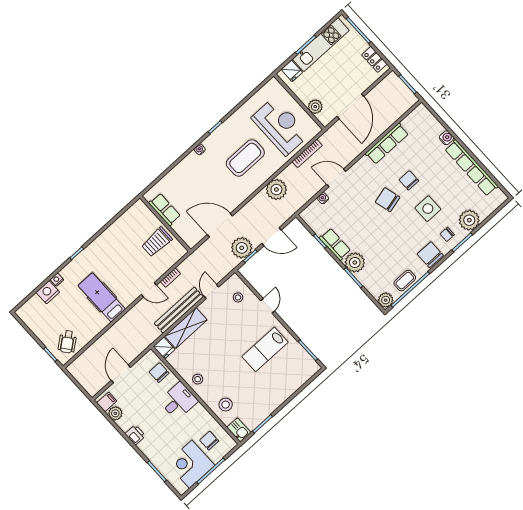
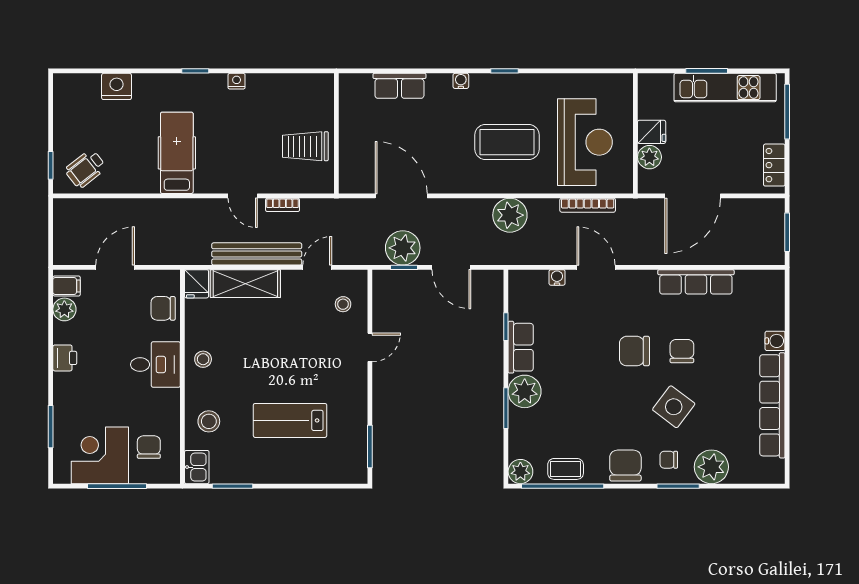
fridge: (292, 71) -> (652, 132), moved, turned -90
chair: (388, 200) -> (634, 351), turned -76
row of seats: (165, 209) -> (399, 86), moved, turned 90
side table: (428, 209) -> (674, 407), turned 37
nightstand: (57, 280) -> (237, 81), moved
lab bench: (265, 349) -> (290, 420), moved
chair: (159, 373) -> (163, 308), turned -90

